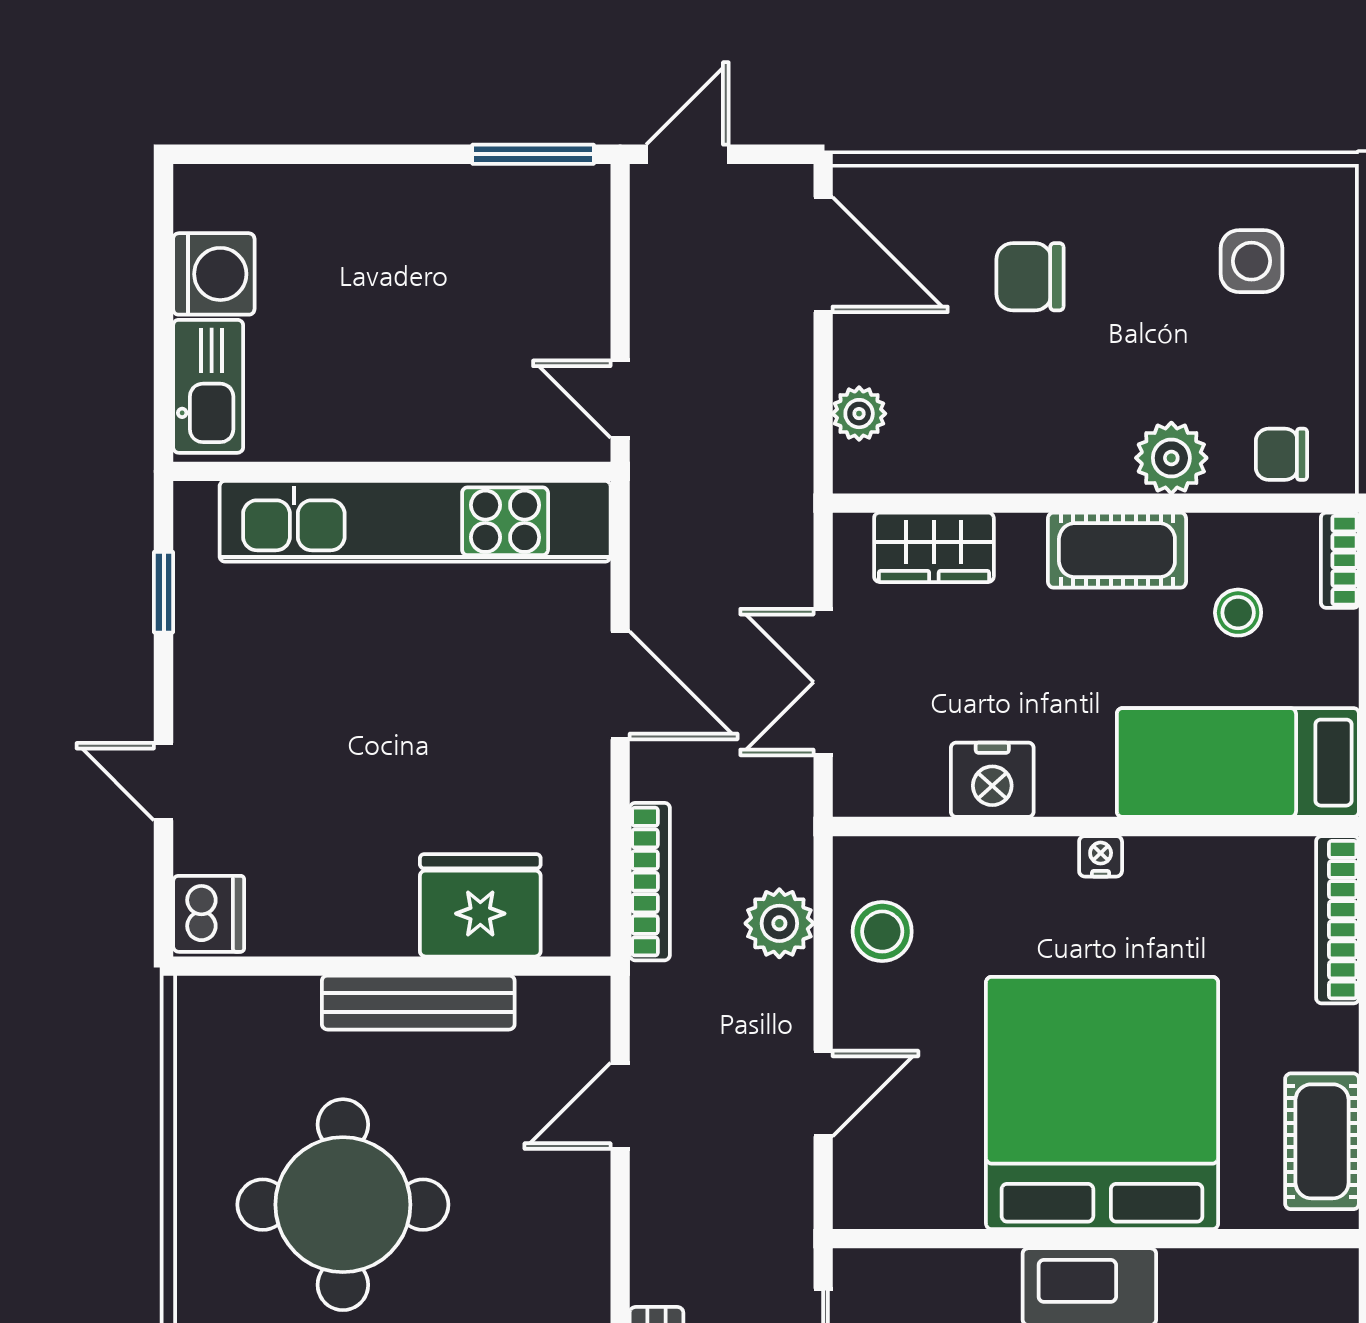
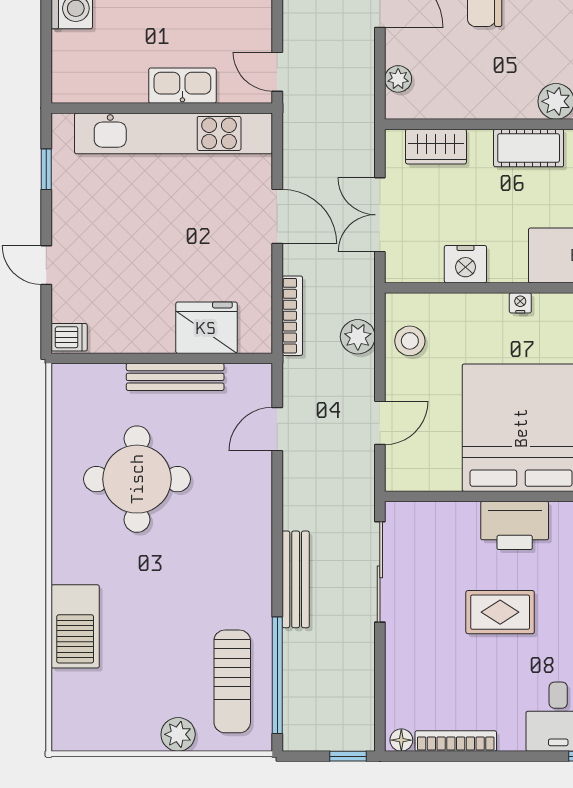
kitchen sink: (208, 386) -> (182, 86), moved, turned -90
dishwasher: (209, 914) -> (69, 337), width x0.73

